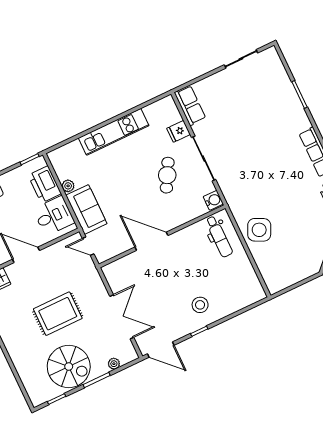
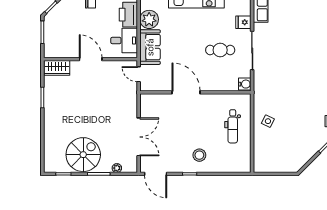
cafe table: (167, 175) -> (220, 50), turned 61
plant: (68, 186) -> (149, 19), width x1.87, depth x1.87
side table: (259, 230) -> (268, 121), width x0.54, depth x0.54
dental chair: (219, 237) -> (233, 126), moved
rug: (58, 314) -> (93, 113), removed
spiral stairs: (69, 367) -> (83, 155), turned -90

